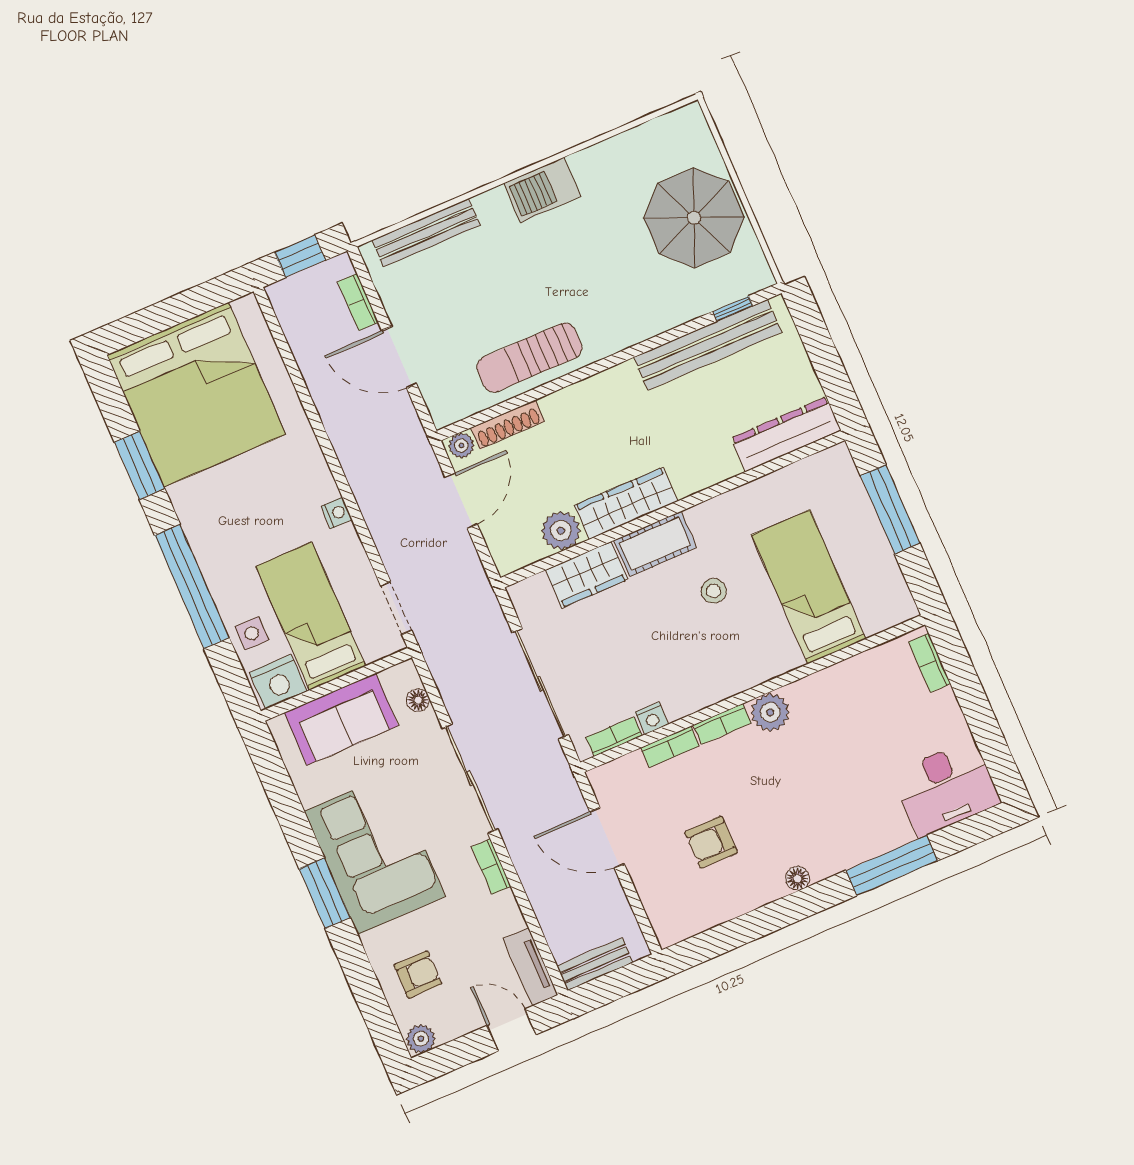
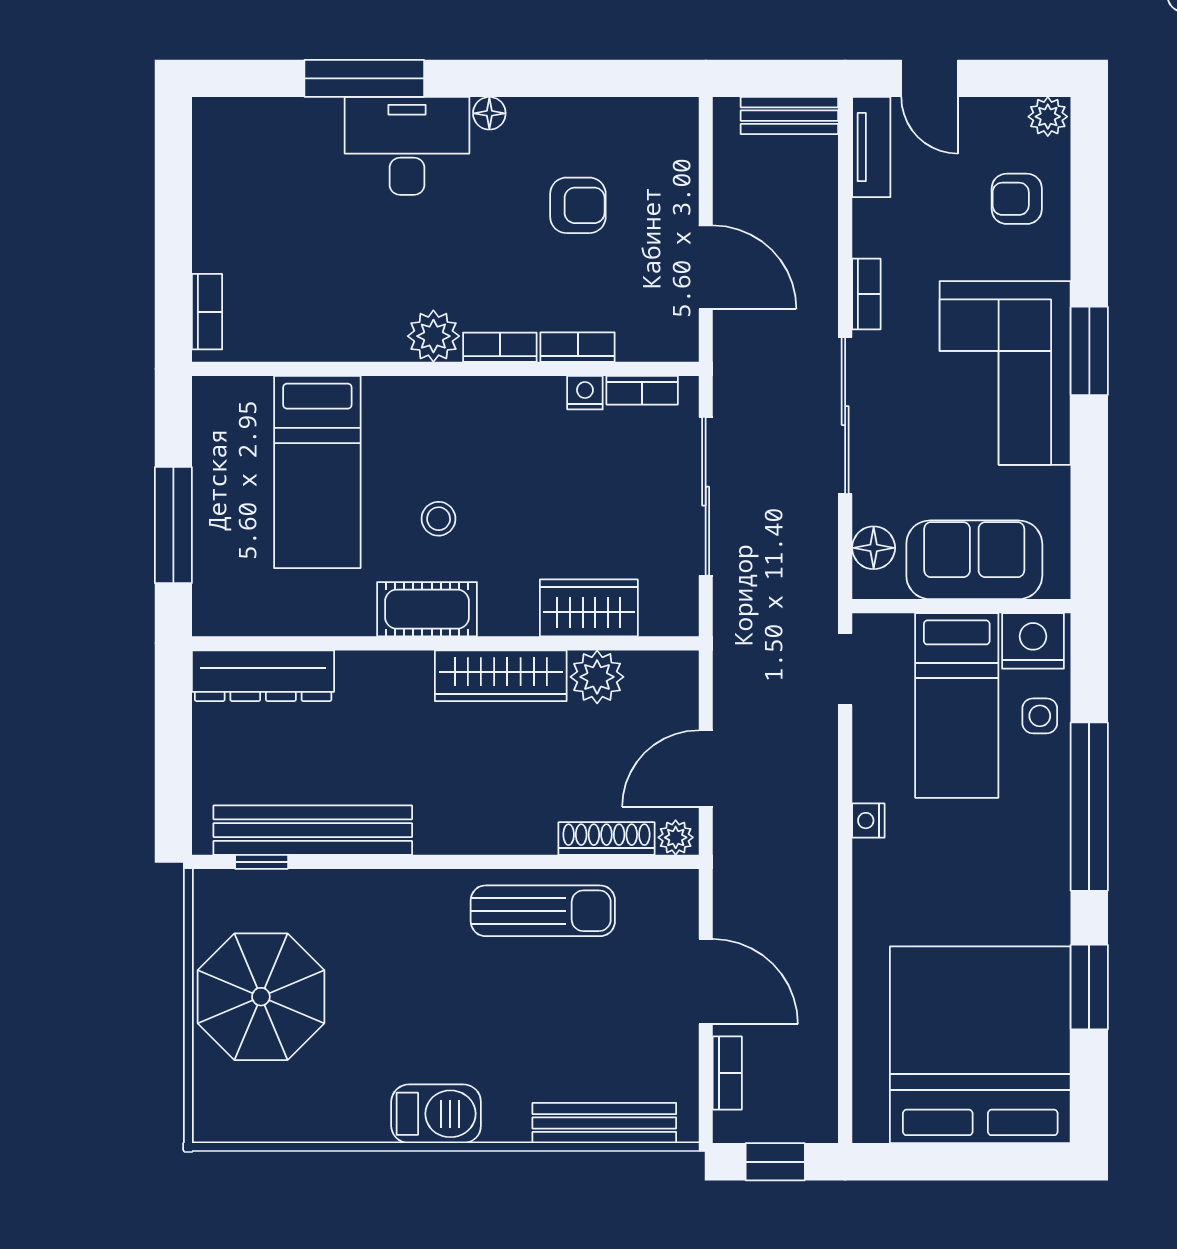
cot: (655, 544) -> (427, 609), moved
floor lamp: (418, 700) -> (874, 548), width x1.37, depth x1.37
desk: (946, 788) -> (407, 146), moved

